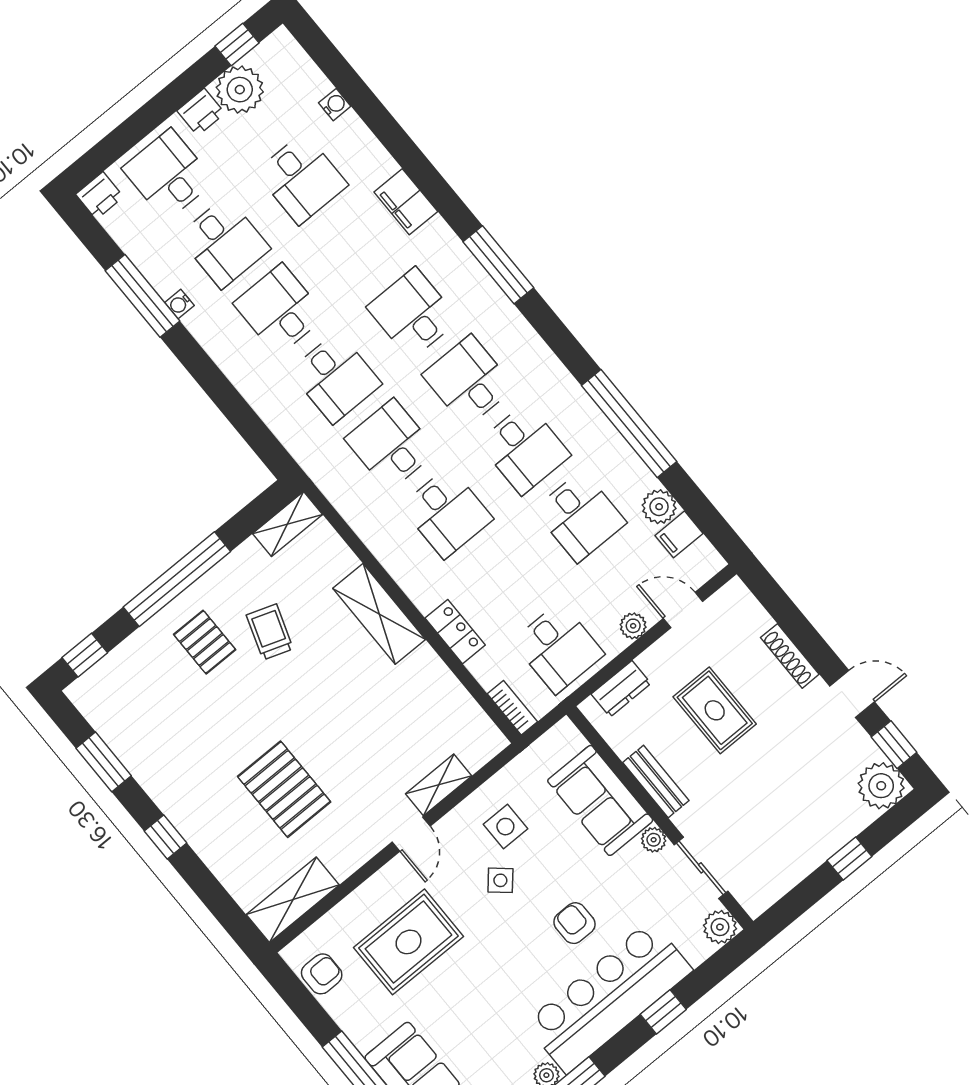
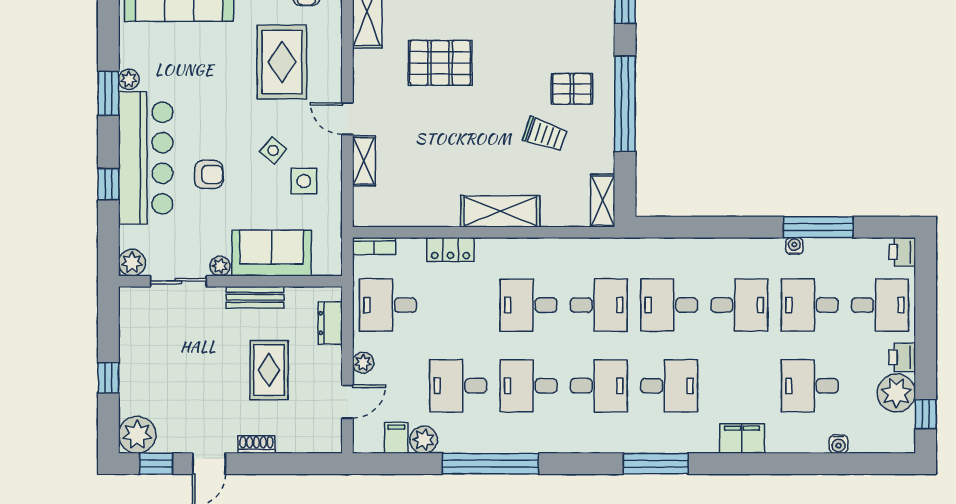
shoe rack: (790, 656) -> (256, 444), width x0.70
rug: (715, 710) -> (269, 370), turned 90

